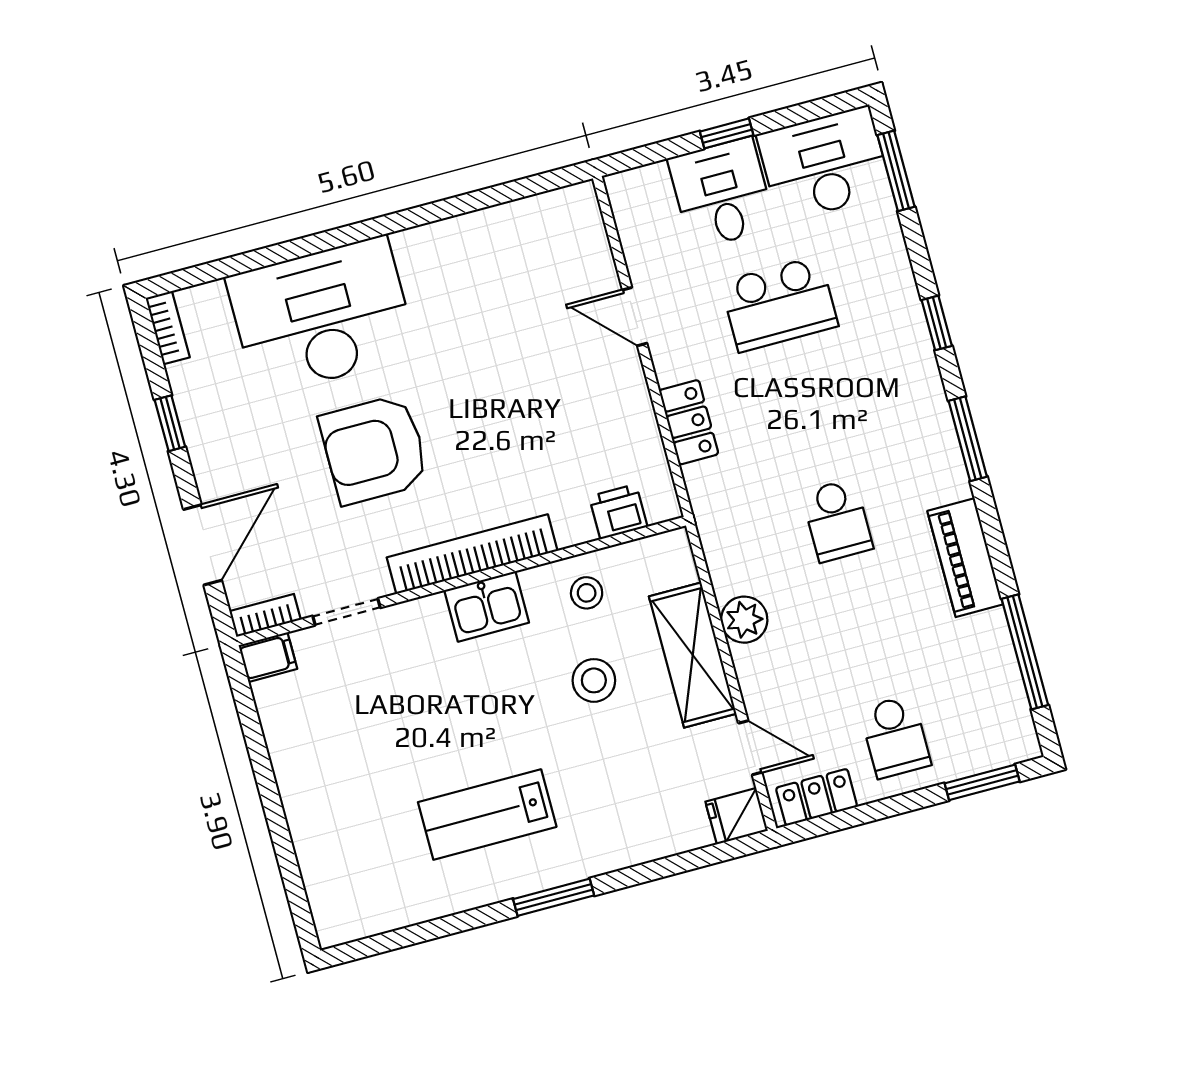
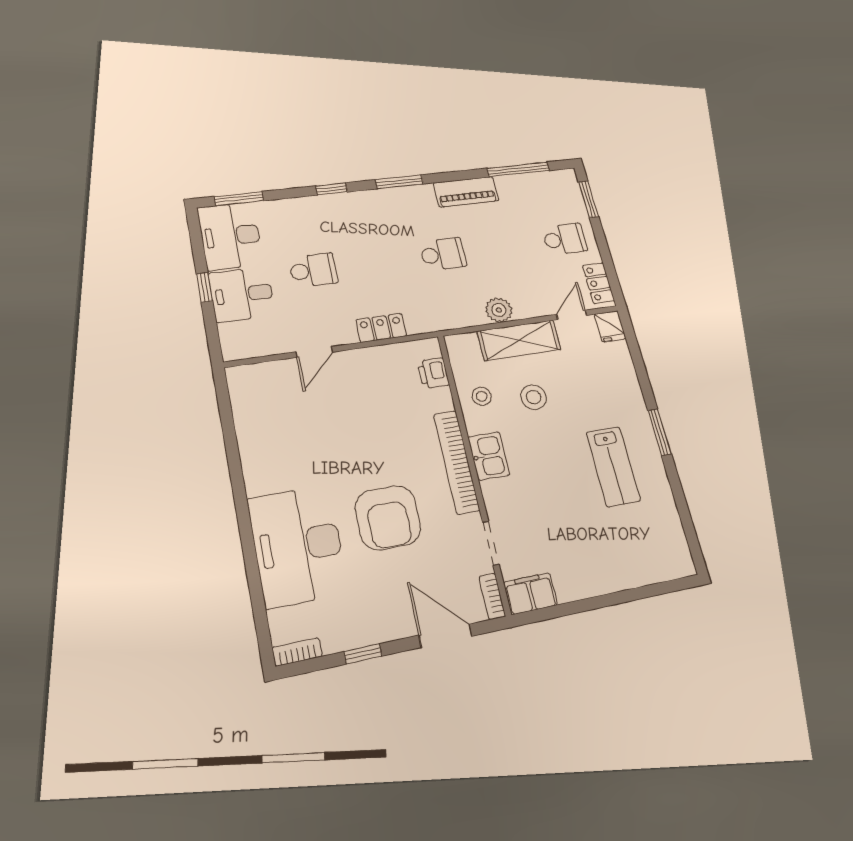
school desk: (779, 304) -> (313, 270), width x0.54
filing cabinet: (268, 657) -> (530, 594), width x2.00

